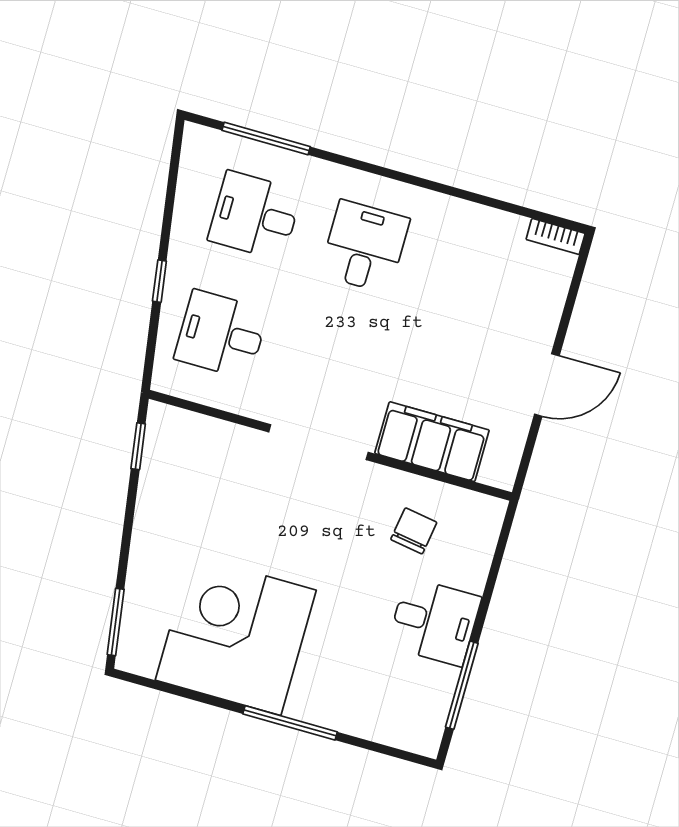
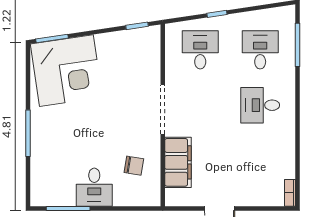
desk: (365, 247) -> (260, 105), turned 180
corner desk: (236, 635) -> (66, 71), moved, turned 82

